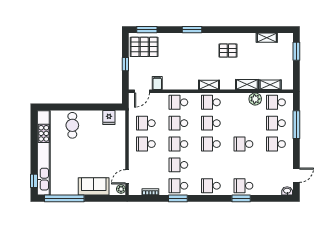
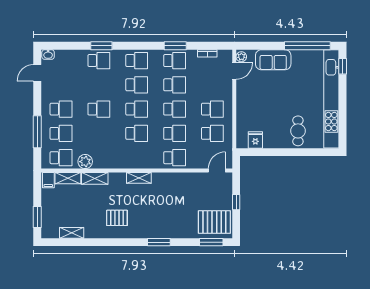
filing cabinet: (157, 83) -> (48, 180), moved
school desk: (211, 102) -> (137, 85), moved

